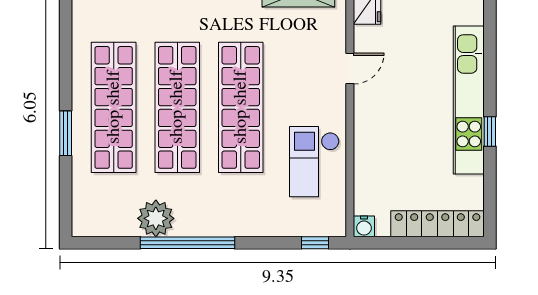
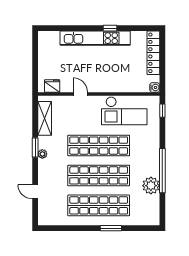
checkout: (314, 162) -> (124, 111), width x1.36, depth x1.21

